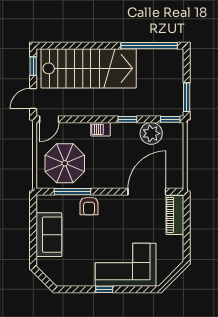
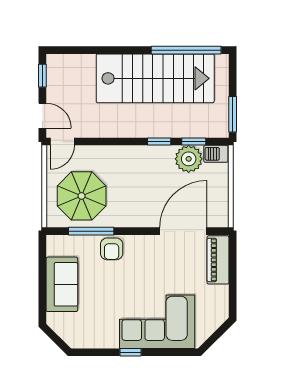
stairs: (89, 68) -> (155, 78), moved
door: (33, 98) -> (42, 116), swing flipped
window: (170, 119) -> (194, 142), moved
barbecue: (100, 129) -> (216, 154), moved

